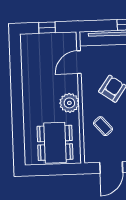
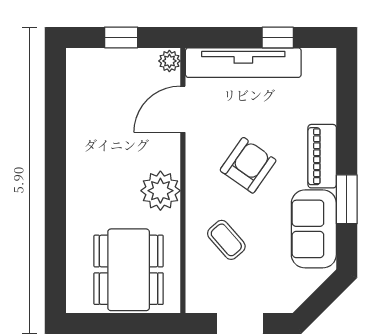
plant: (71, 38) -> (169, 61), added

